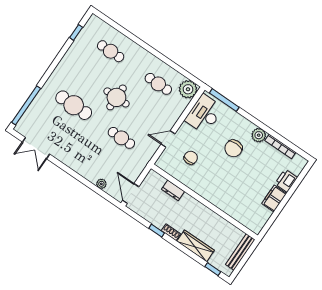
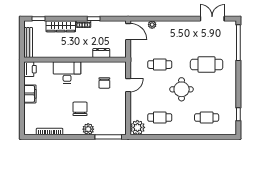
desk: (204, 114) -> (67, 72), moved, turned -90
plant: (259, 135) -> (88, 129), moved
printer: (286, 181) -> (30, 69), moved

